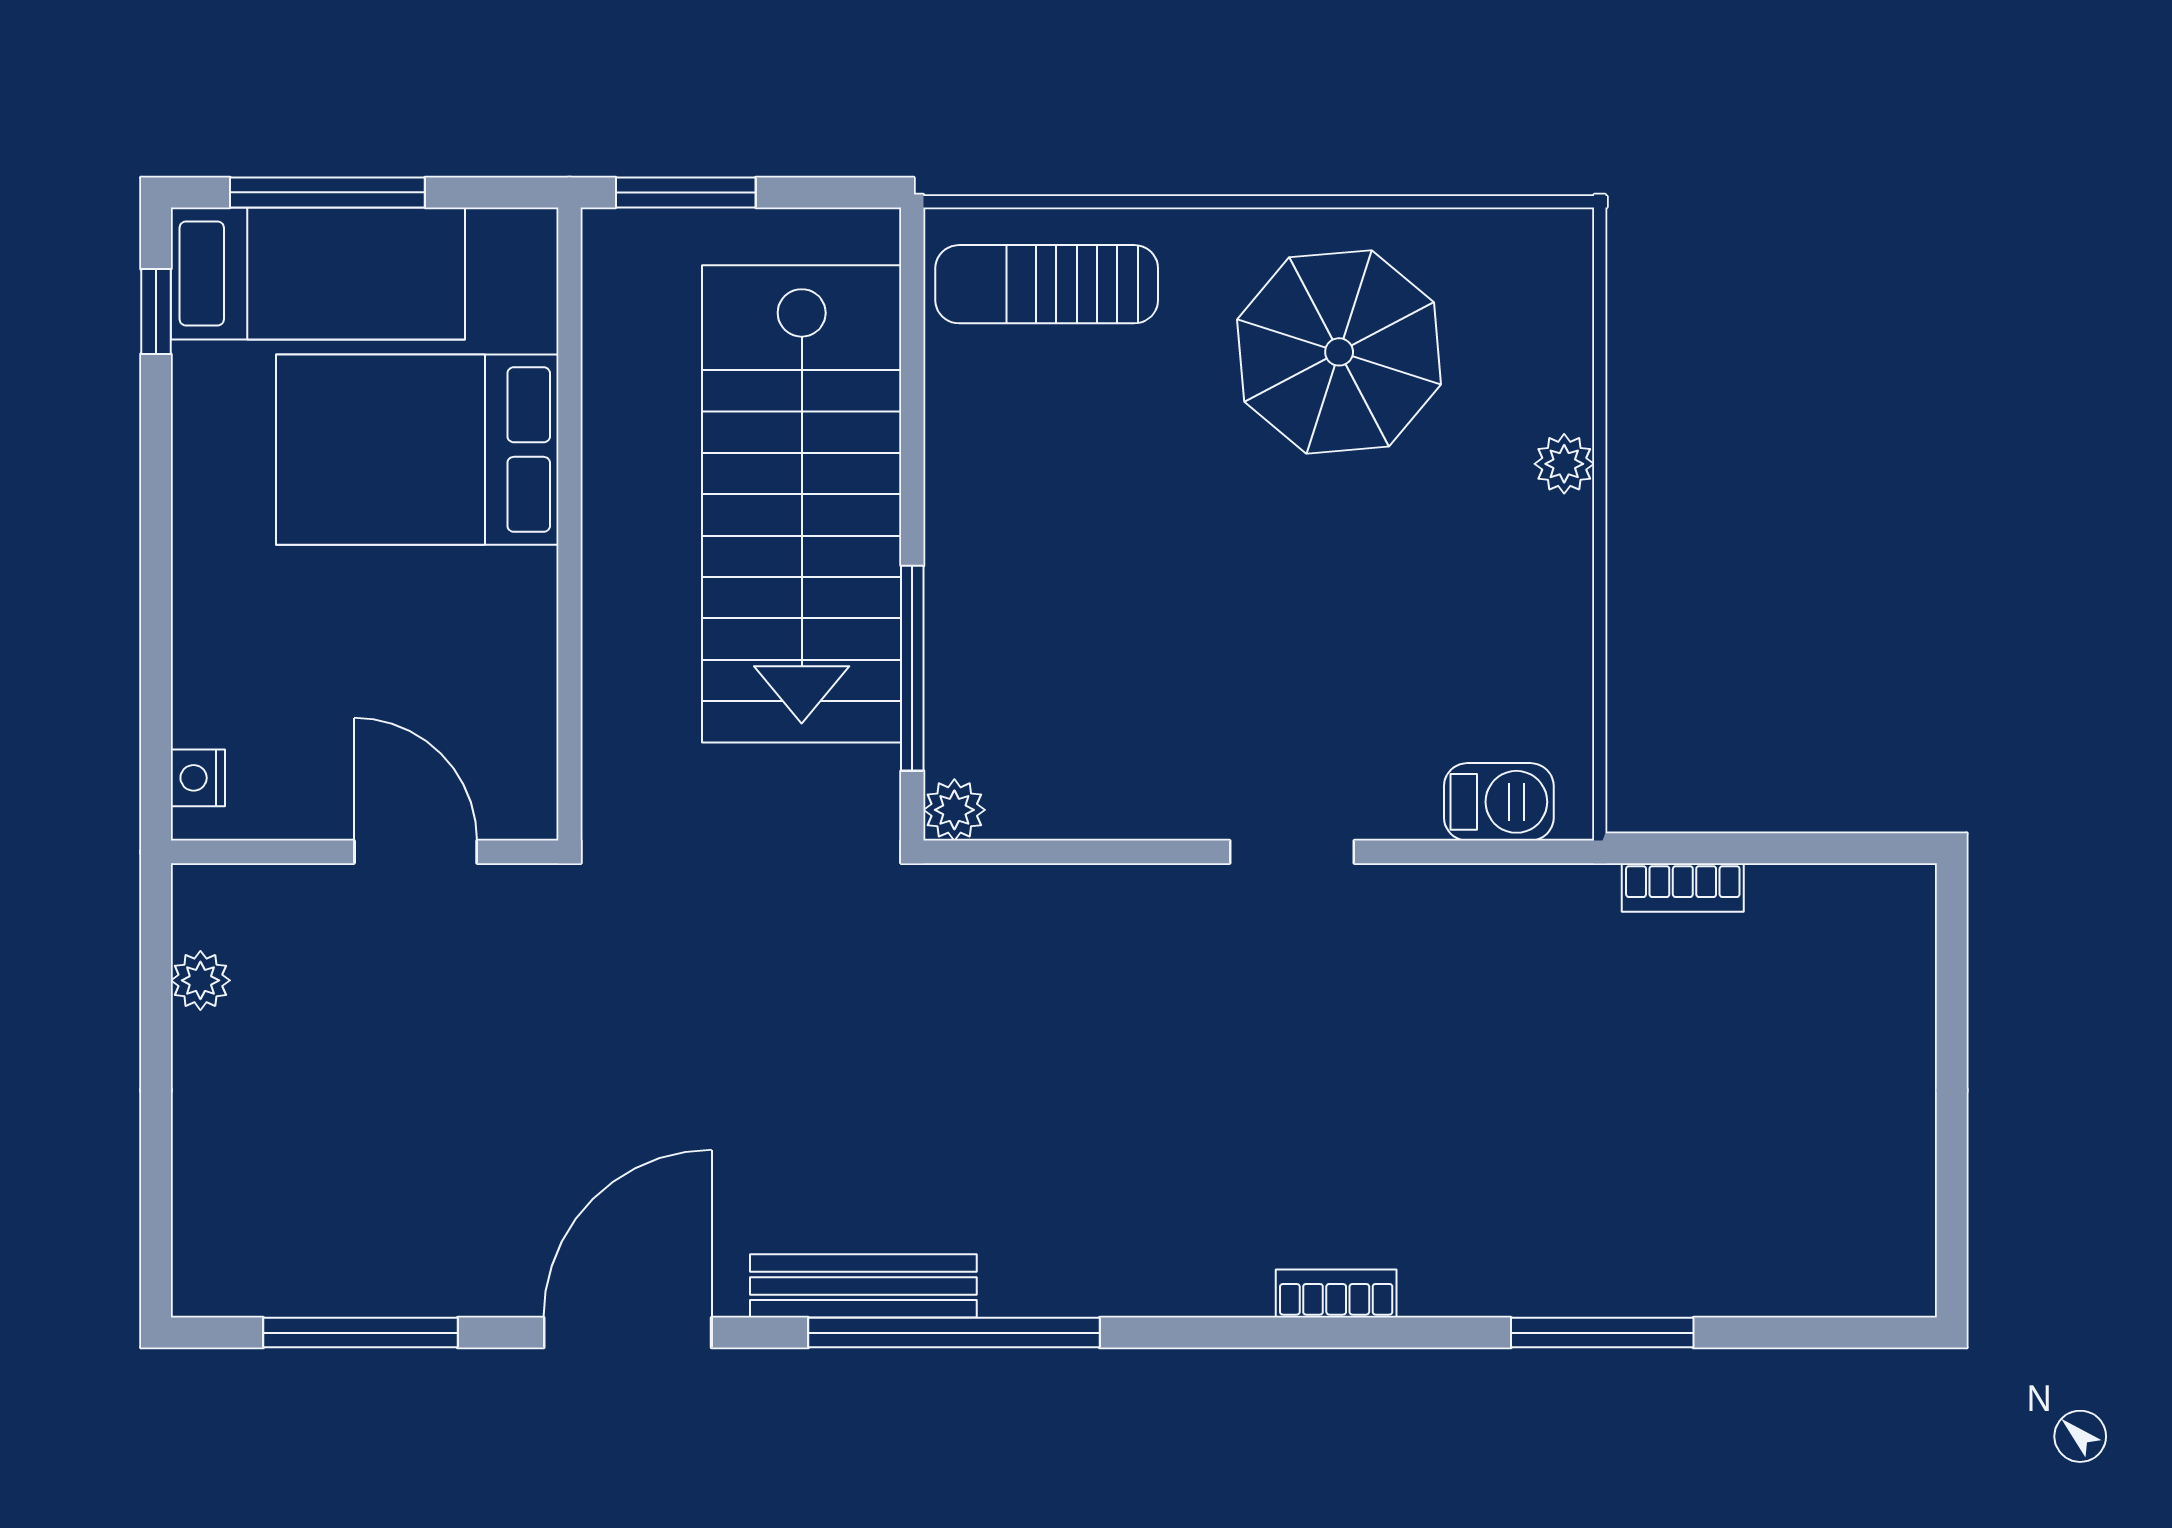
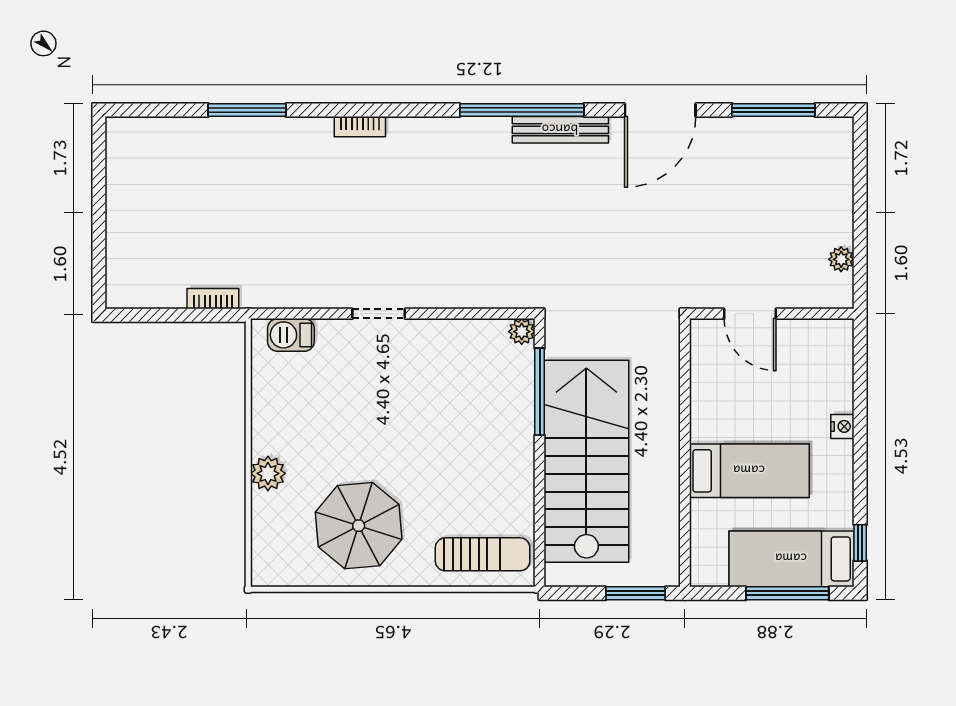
bed: (417, 450) -> (749, 471), width x0.67
plant: (1564, 464) -> (268, 473), width x1.38, depth x1.38
nightstand: (198, 778) -> (842, 426), moved

